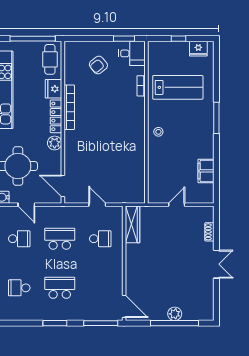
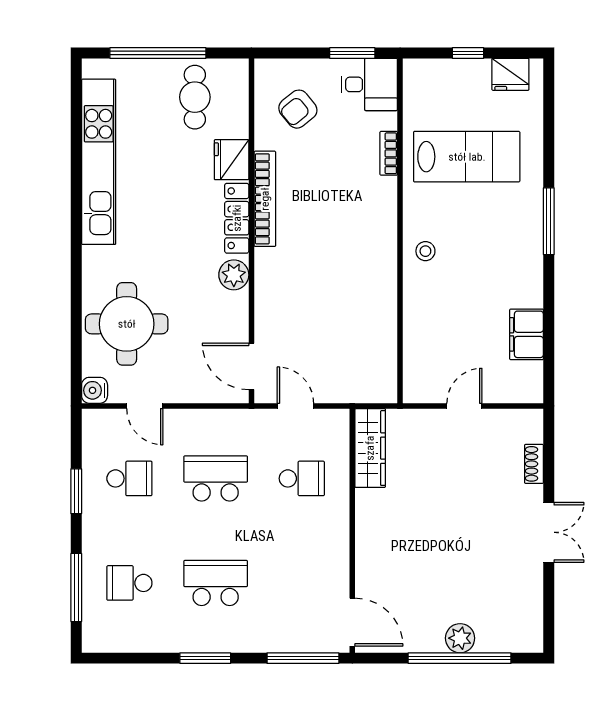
fridge: (53, 89) -> (232, 160), moved
bookcase: (69, 107) -> (265, 199), moved
locker: (56, 116) -> (237, 218), moved
wall: (63, 122) -> (251, 231), moved
plant: (55, 143) -> (234, 275), moved
door: (63, 186) -> (251, 366), moved

